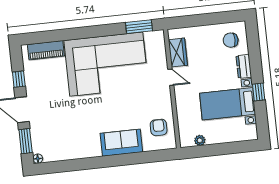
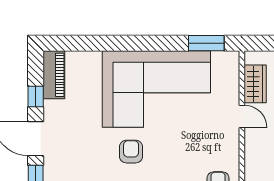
piano: (46, 50) -> (54, 75), moved, turned -90
armchair: (93, 112) -> (131, 152), added

